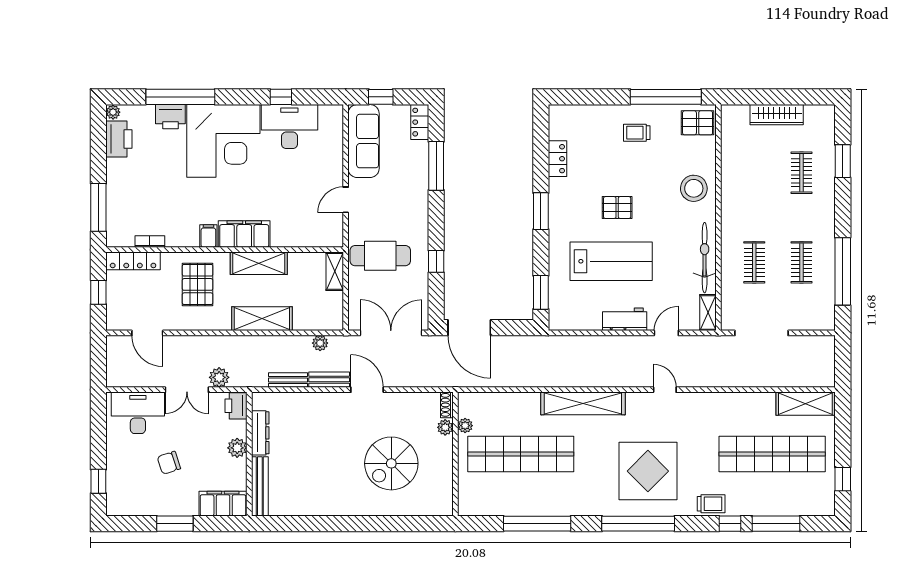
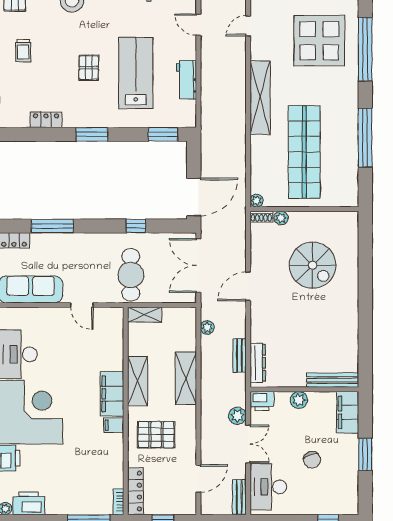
bookcase: (150, 242) -> (118, 502), moved
workbench: (625, 319) -> (186, 80), moved
bench: (329, 380) -> (239, 497), moved
plant: (465, 426) -> (257, 201), moved
dresser: (260, 433) -> (258, 363), moved, turned 90

